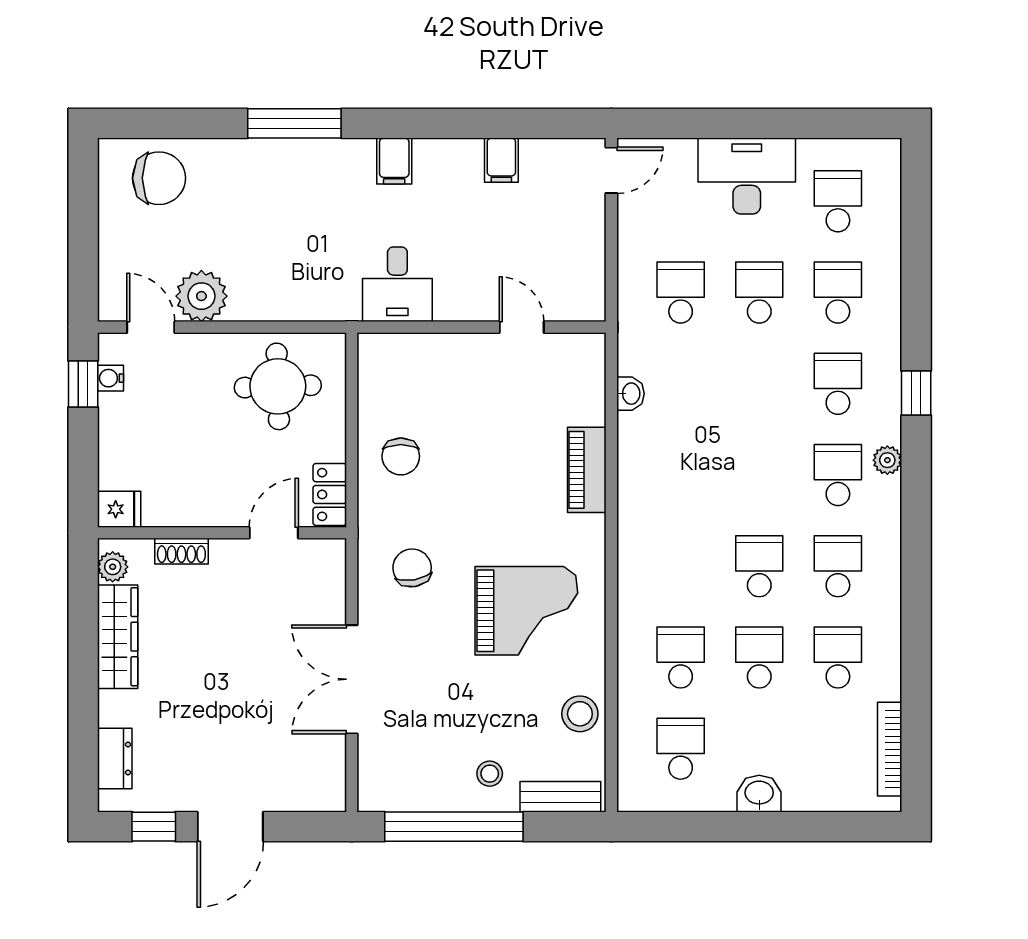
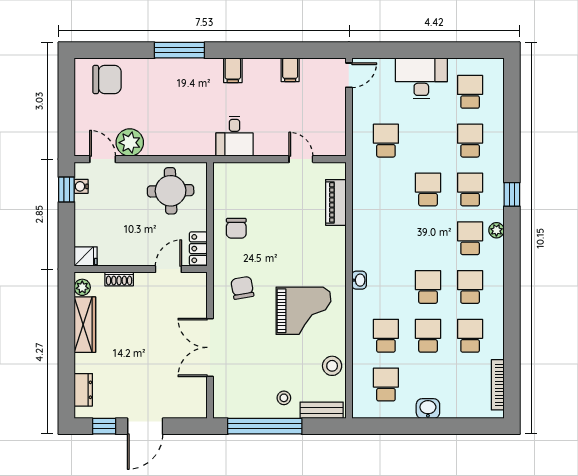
school desk: (759, 293) -> (428, 189), moved
washbasin: (630, 394) -> (359, 280), moved
piano: (587, 470) -> (336, 202), moved

